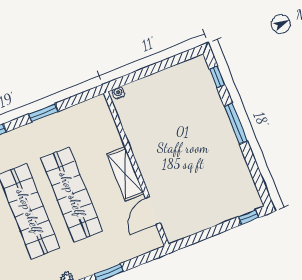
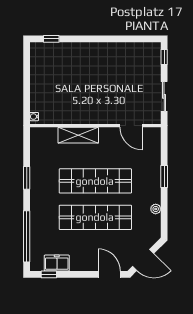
window: (236, 124) -> (91, 39), removed
shelving: (125, 174) -> (78, 135), moved
sliding door: (202, 235) -> (164, 96), added

